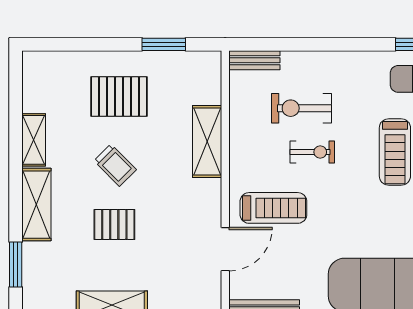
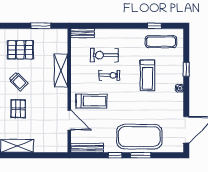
pallet: (114, 224) -> (18, 109), turned 90
door: (225, 249) -> (69, 120), hinge flipped

